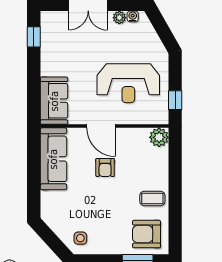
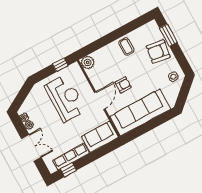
row of seats: (49, 49) -> (71, 157), added
sofa: (53, 159) -> (140, 113), width x1.36, depth x1.27
armchair: (146, 234) -> (158, 52), moved, turned 98

